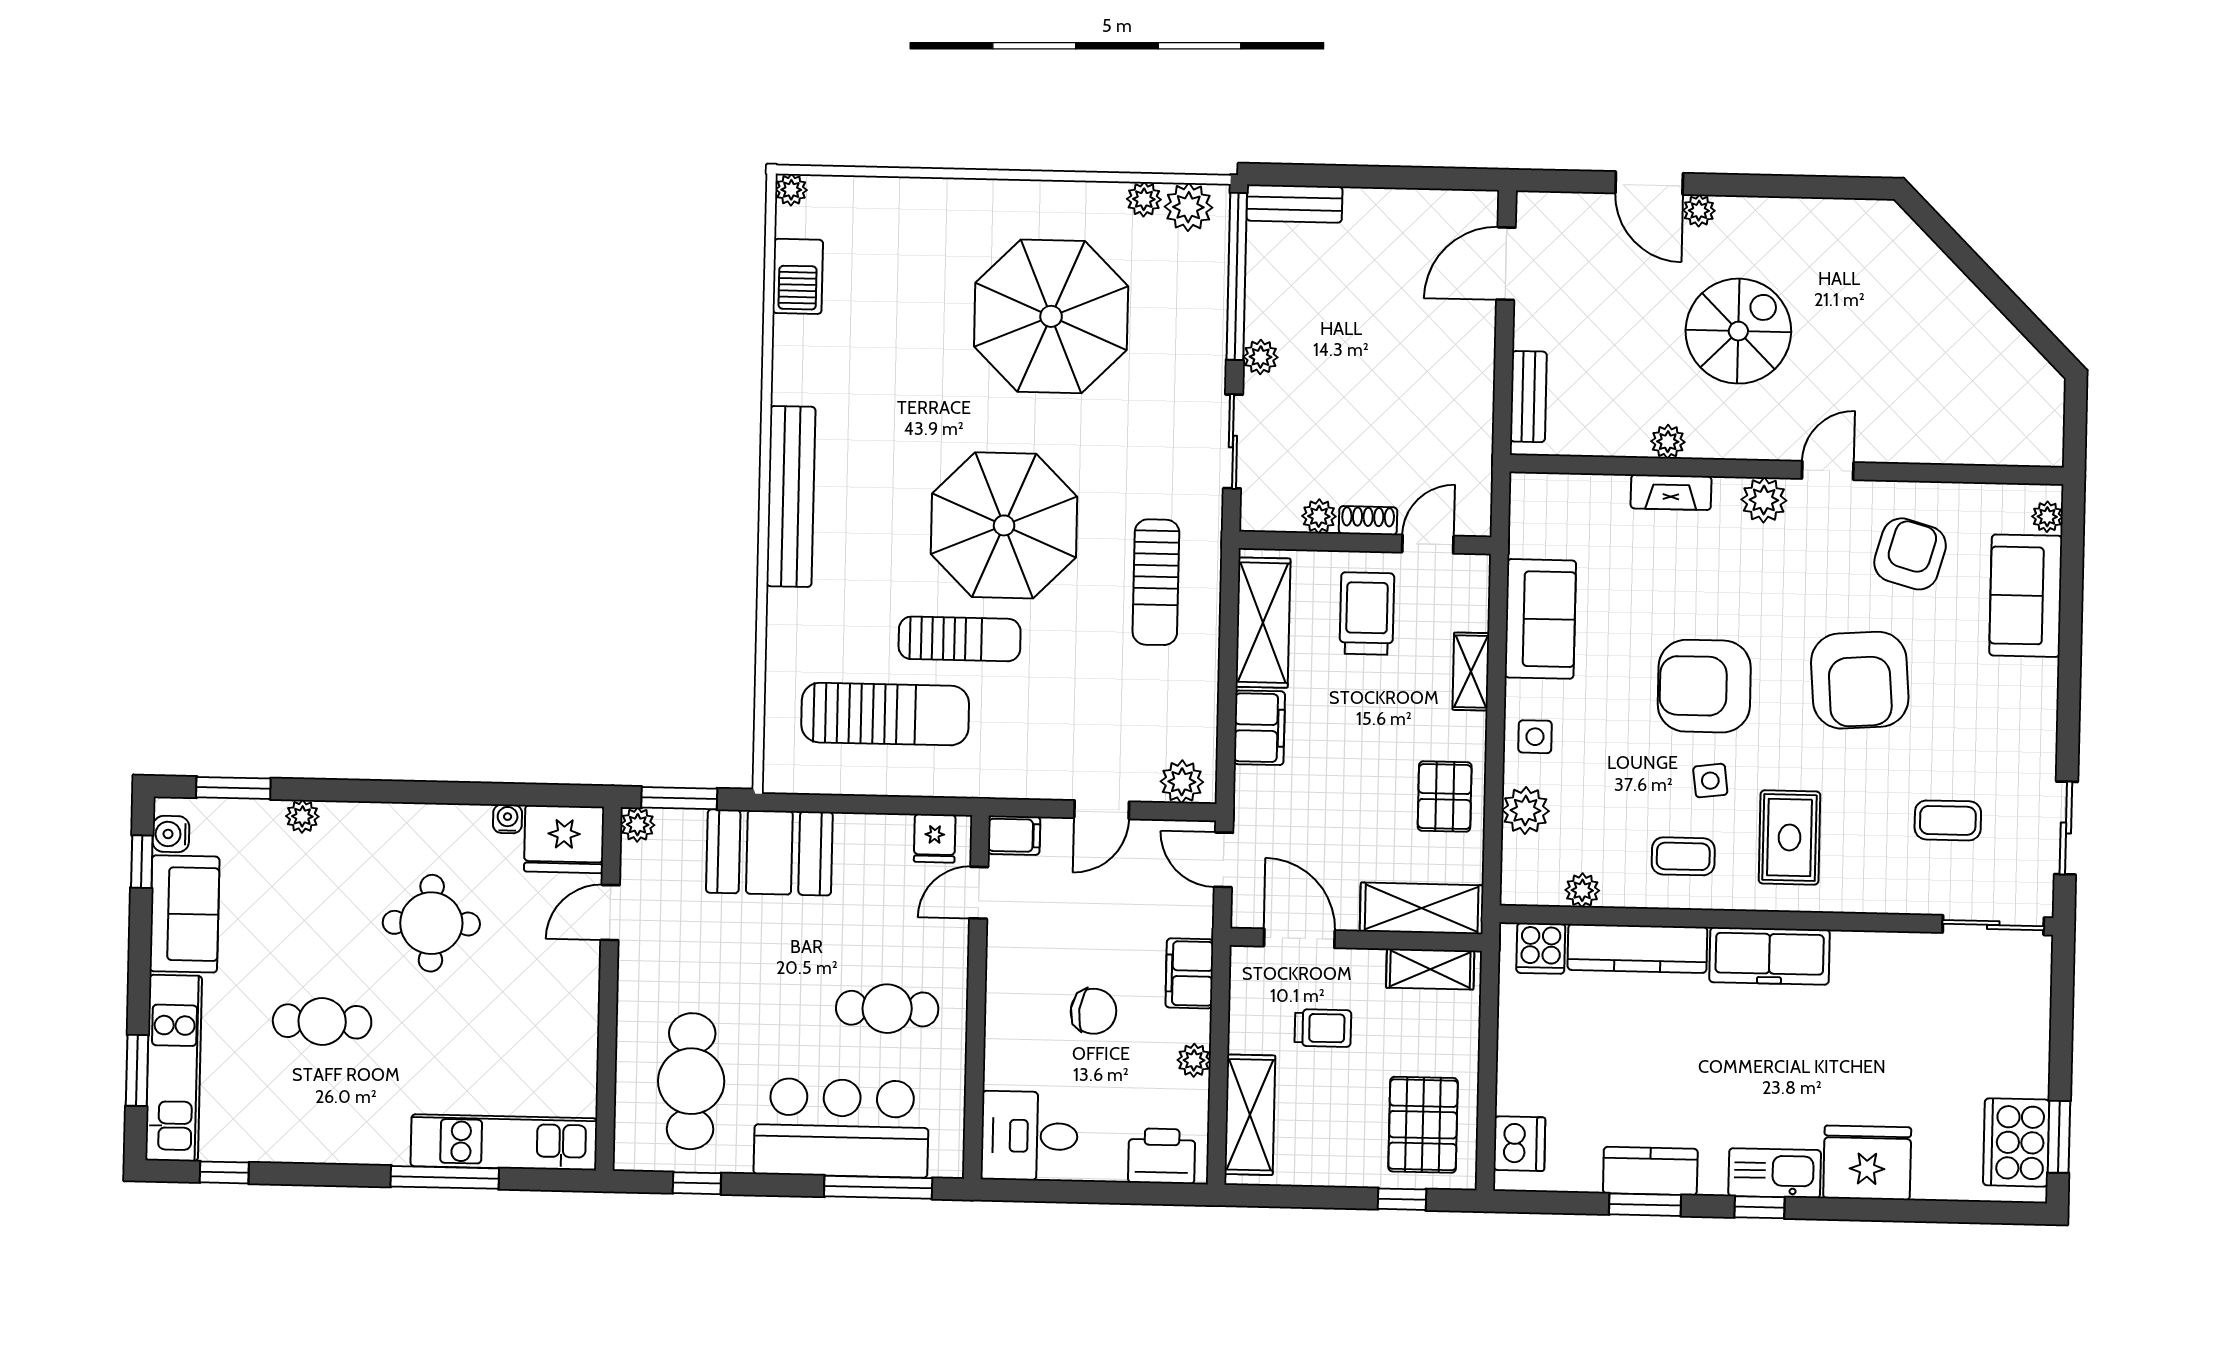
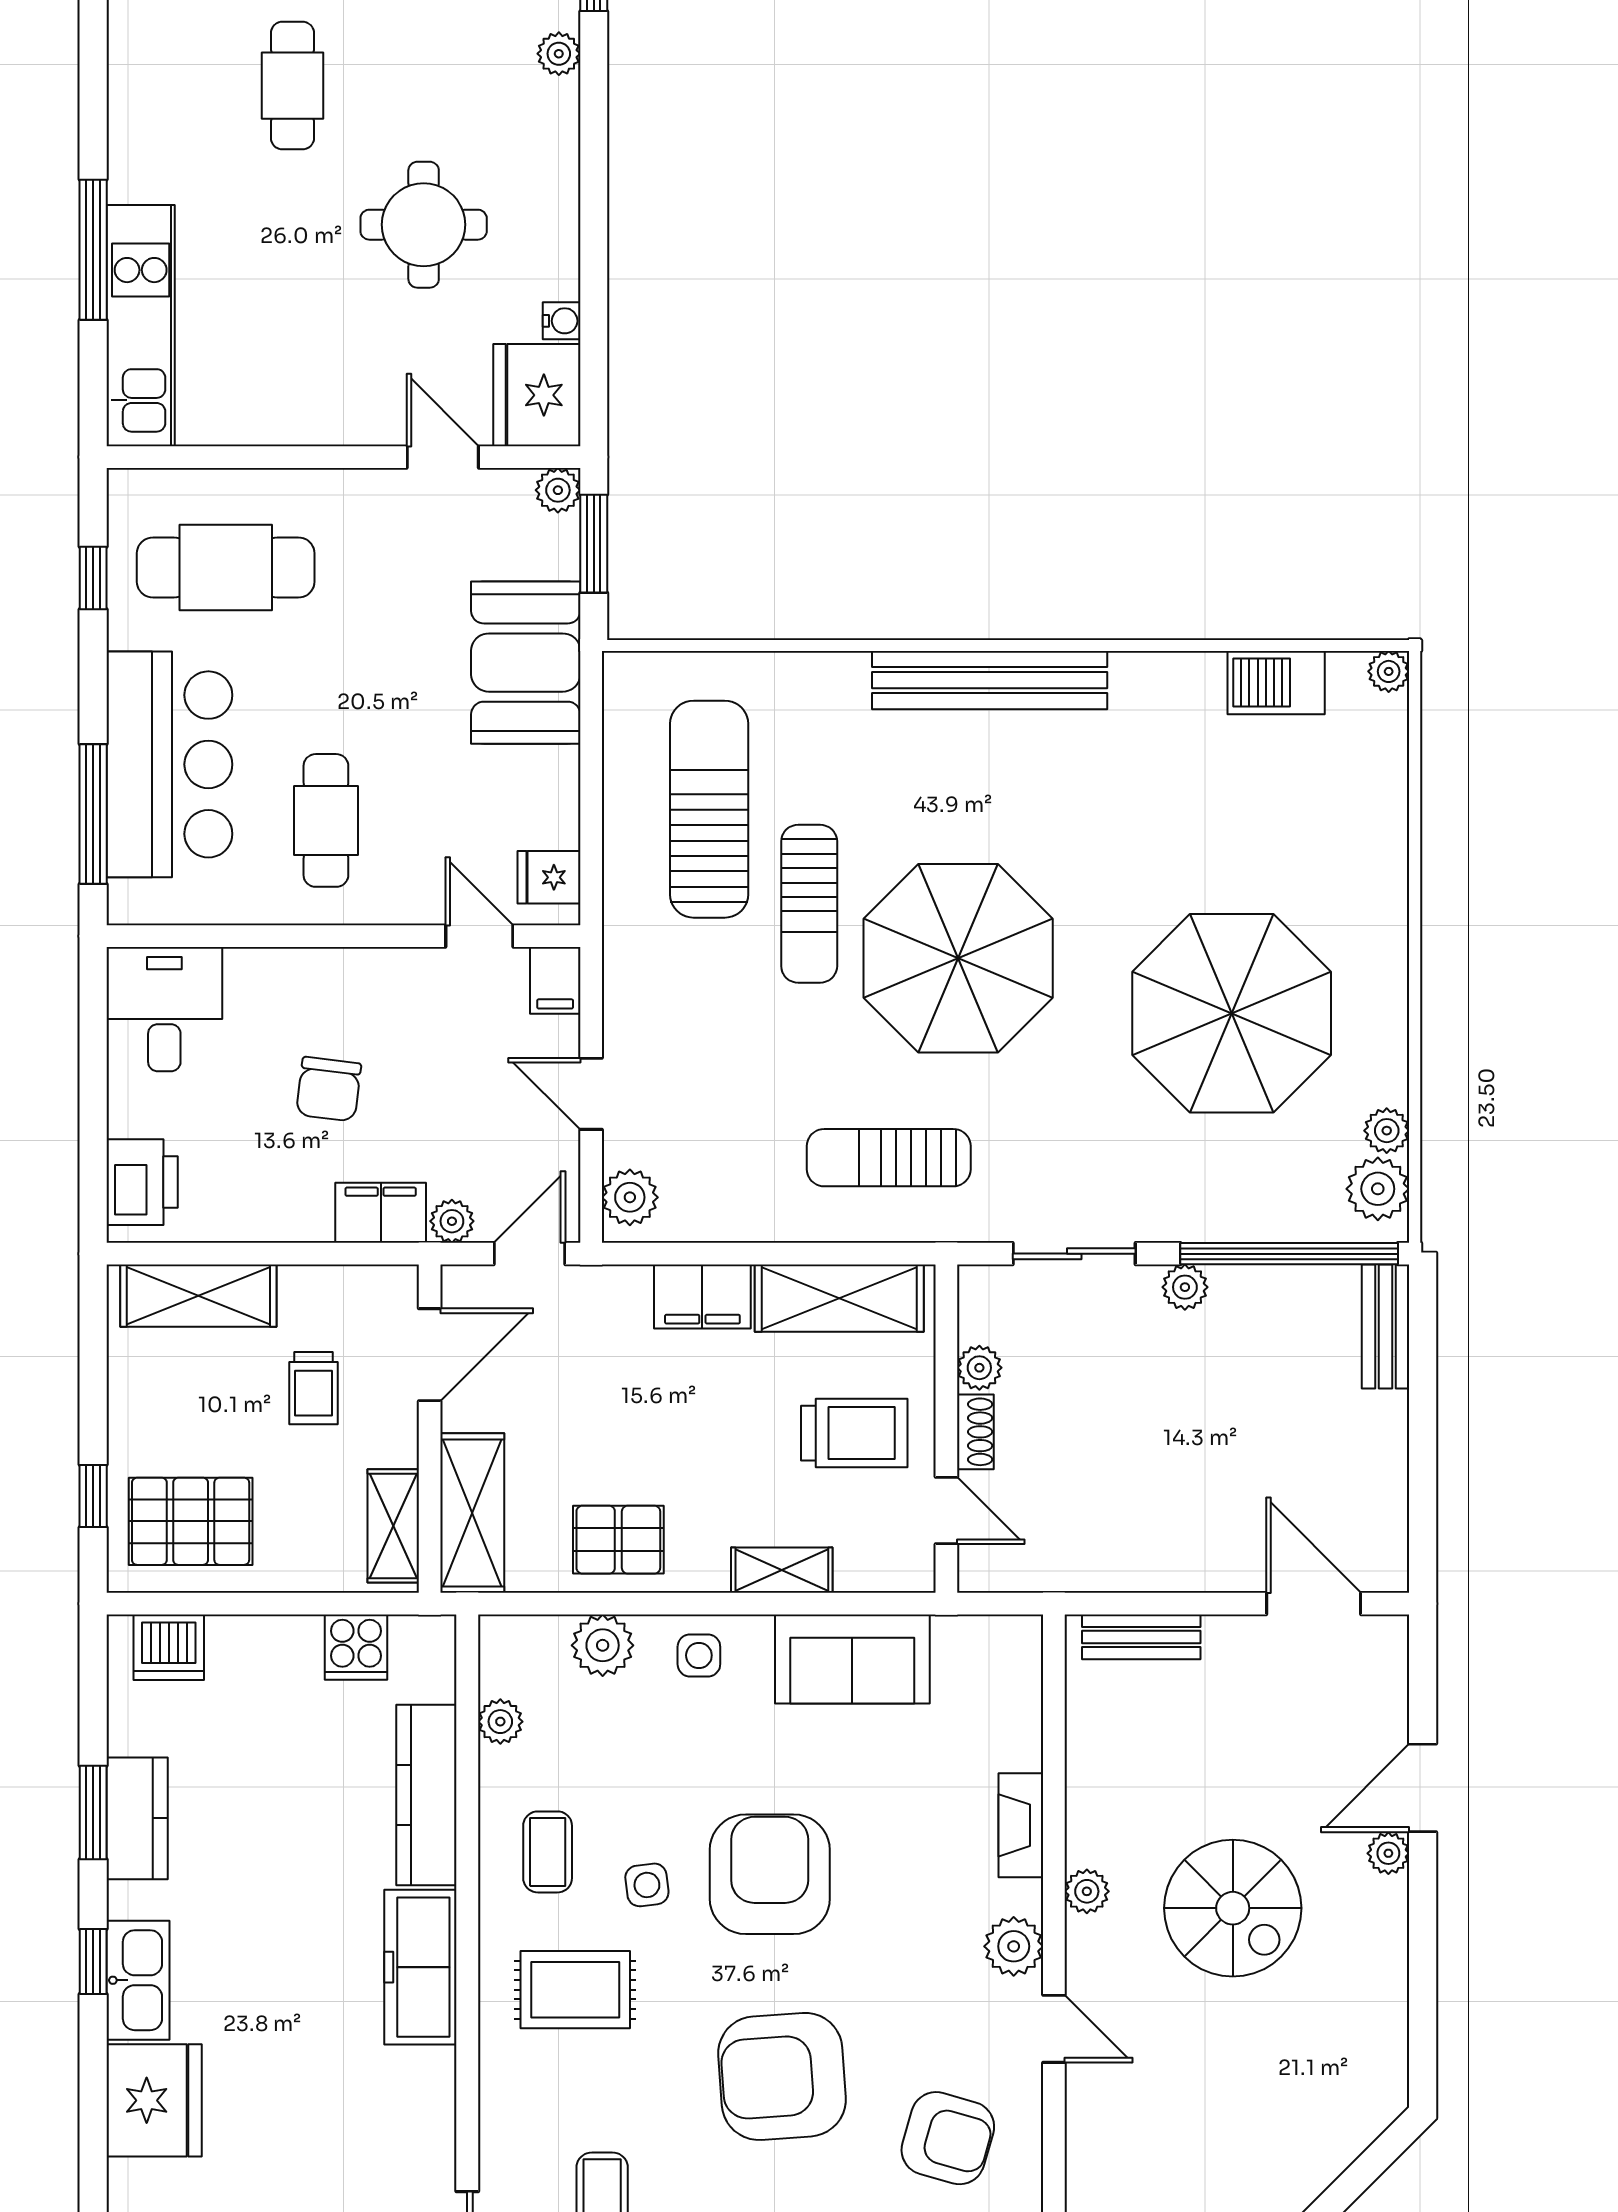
plant: (1668, 442) -> (1087, 1891), moved
sun lounger: (885, 714) -> (709, 809), turned 180
cooker: (1541, 948) -> (356, 1647), moved, turned -90
plant: (1194, 1060) -> (452, 1221), moved

